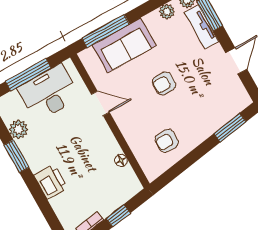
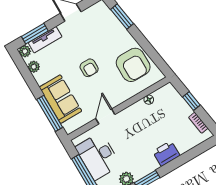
armchair: (167, 141) -> (133, 65), width x1.88, depth x1.88

